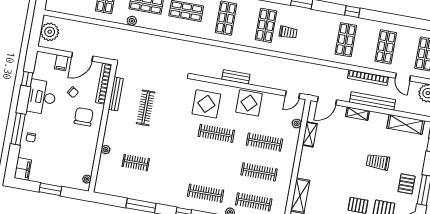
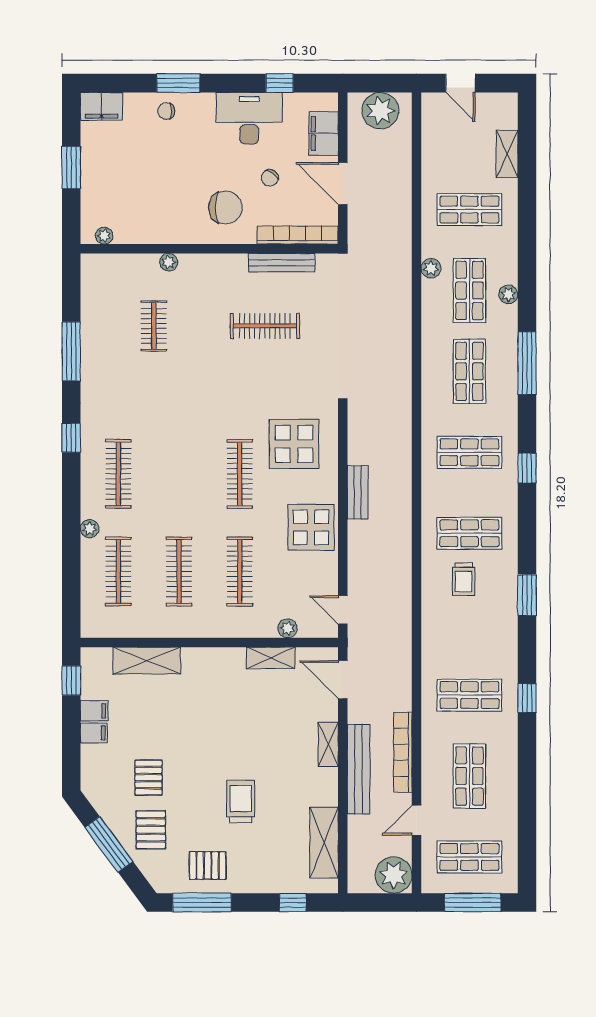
shop shelf: (386, 47) -> (469, 776), turned 90
filing cabinet: (61, 63) -> (324, 133), width x2.00
window: (18, 129) -> (178, 83), width x0.69

